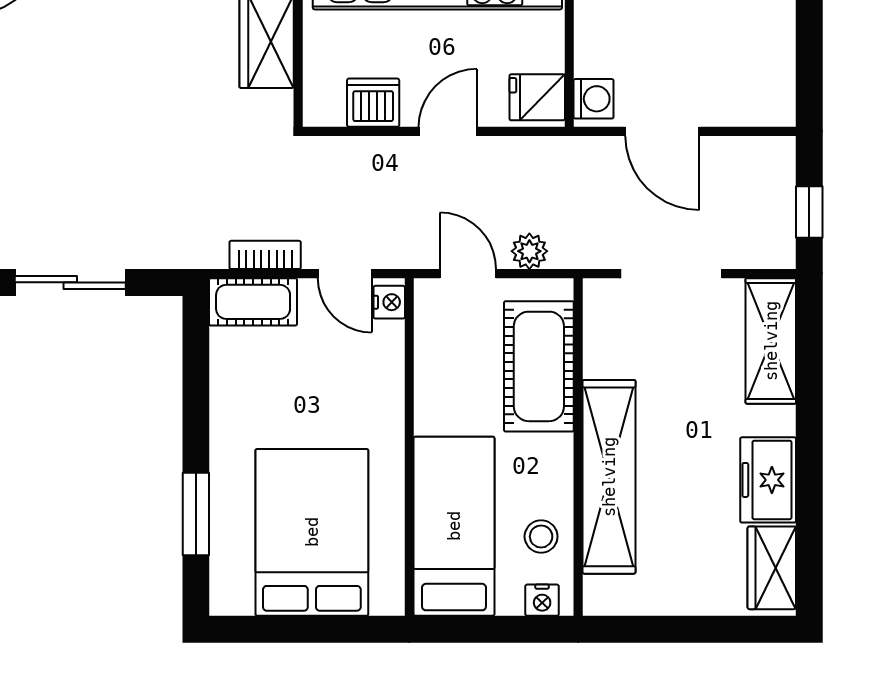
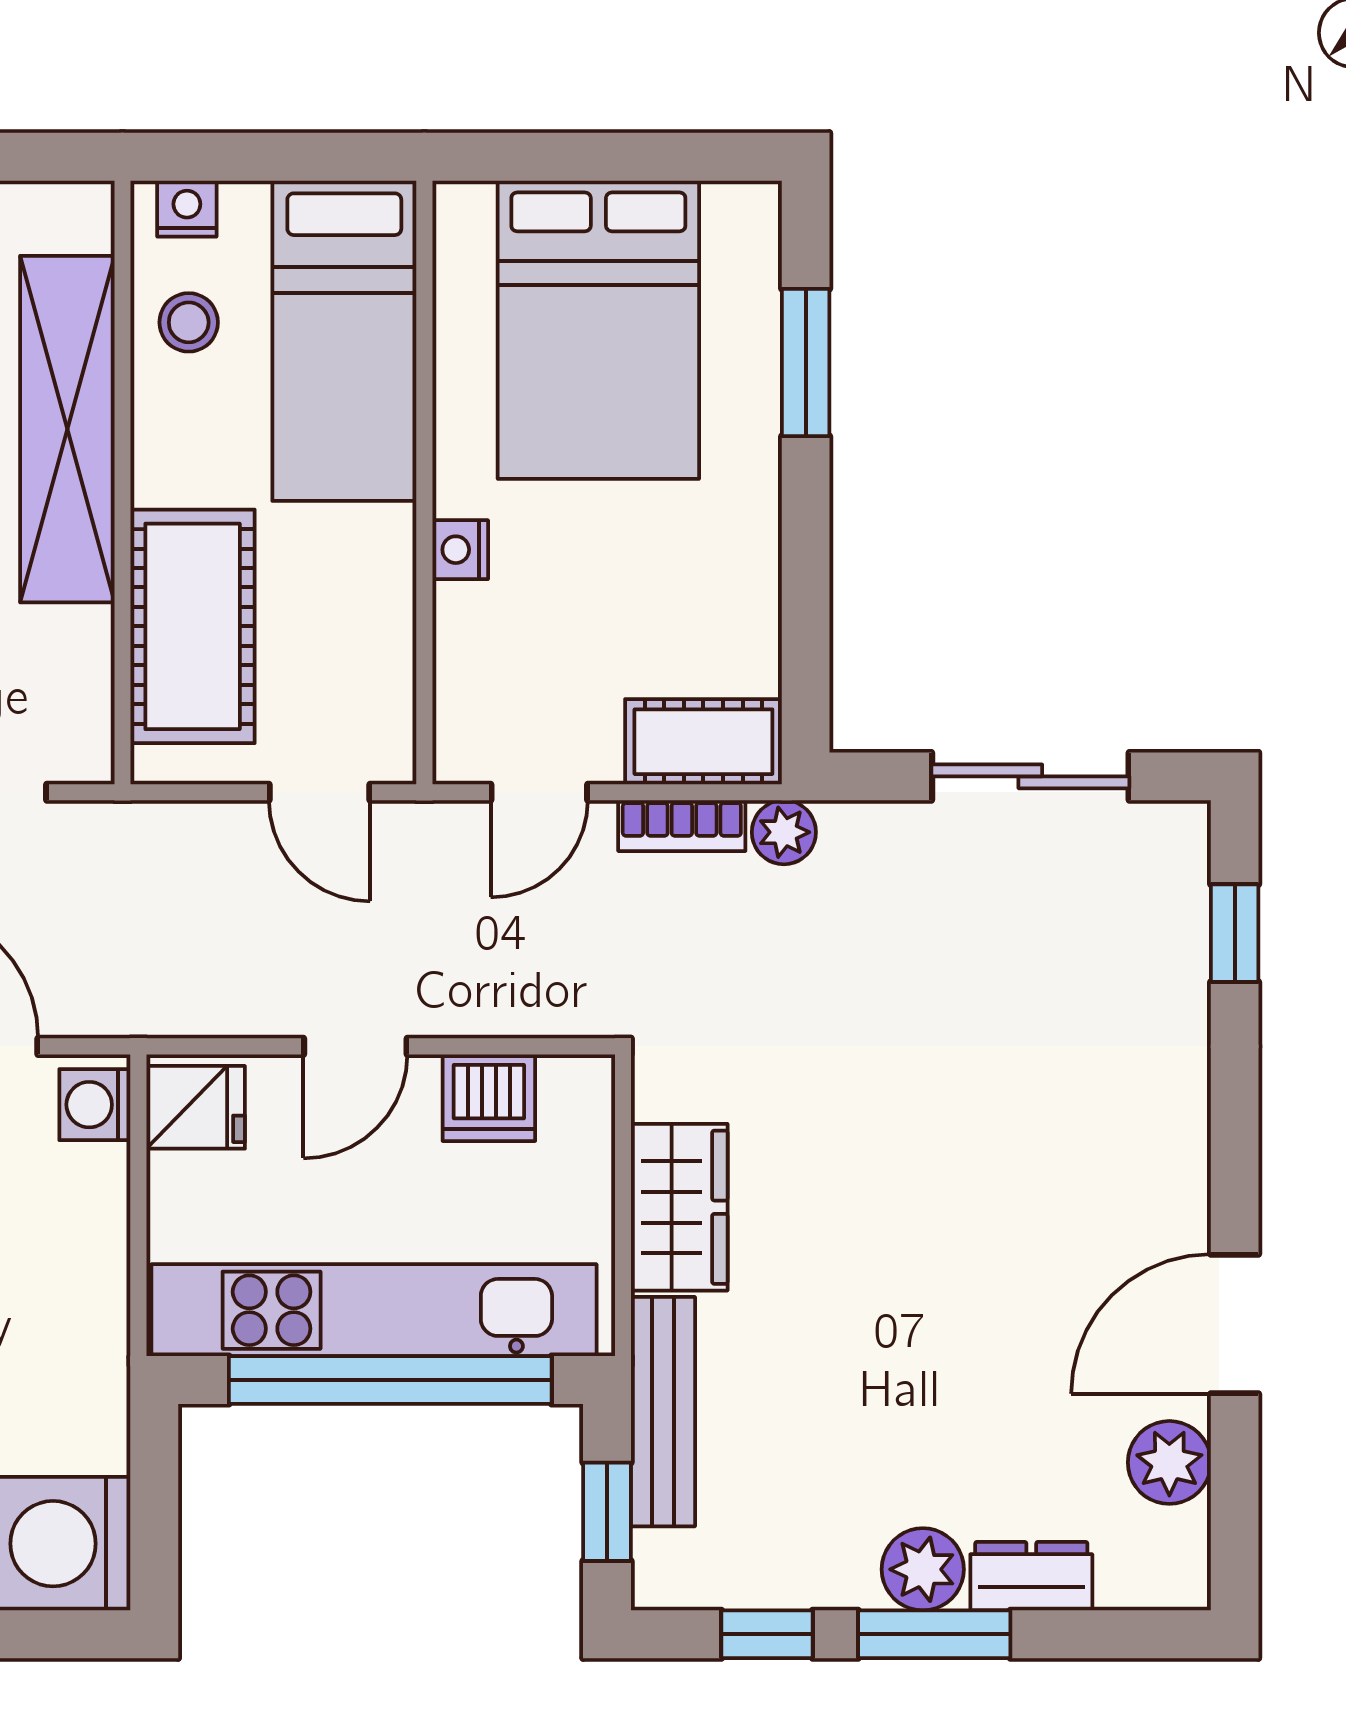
plant: (529, 251) -> (784, 832), moved
door: (345, 274) -> (539, 792), swing flipped
nightstand: (389, 302) -> (460, 550), moved

